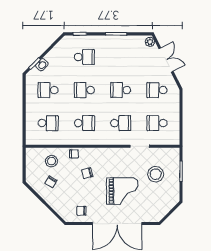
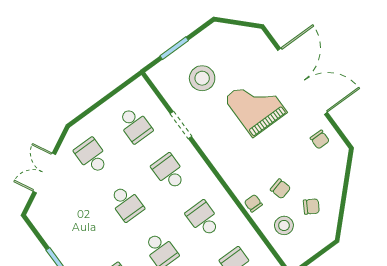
plant: (150, 42) -> (36, 211), removed
school desk: (157, 90) -> (92, 156), turned 180
chair: (87, 173) -> (280, 189), moved

